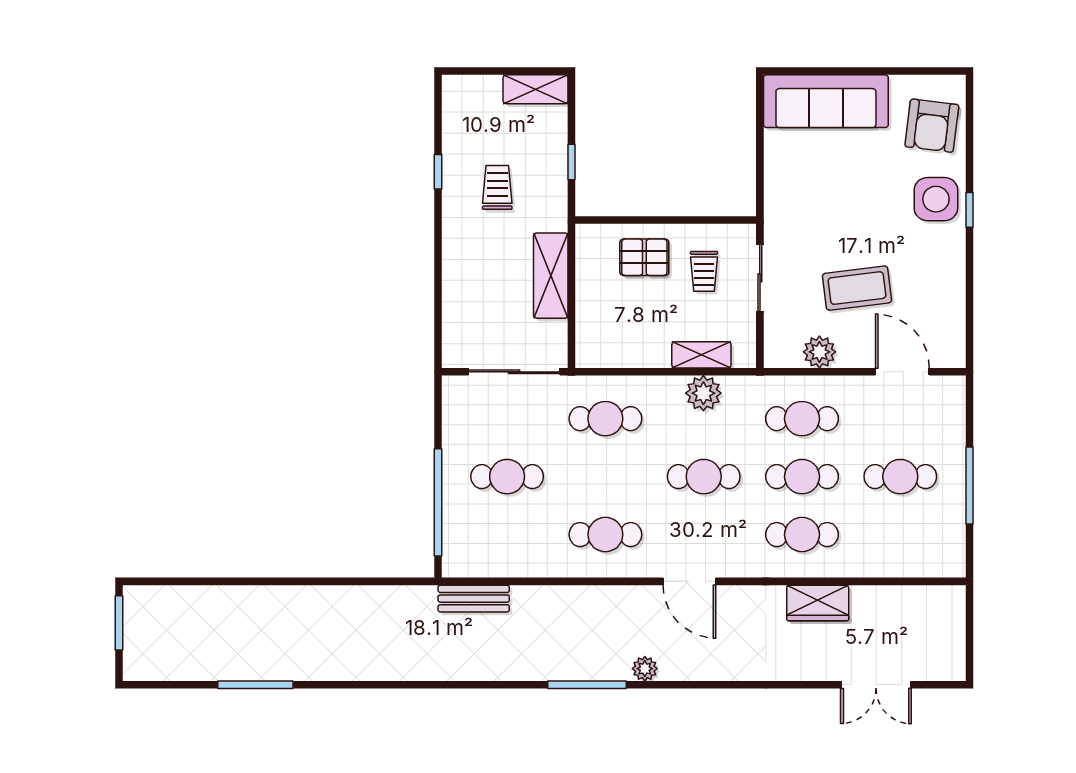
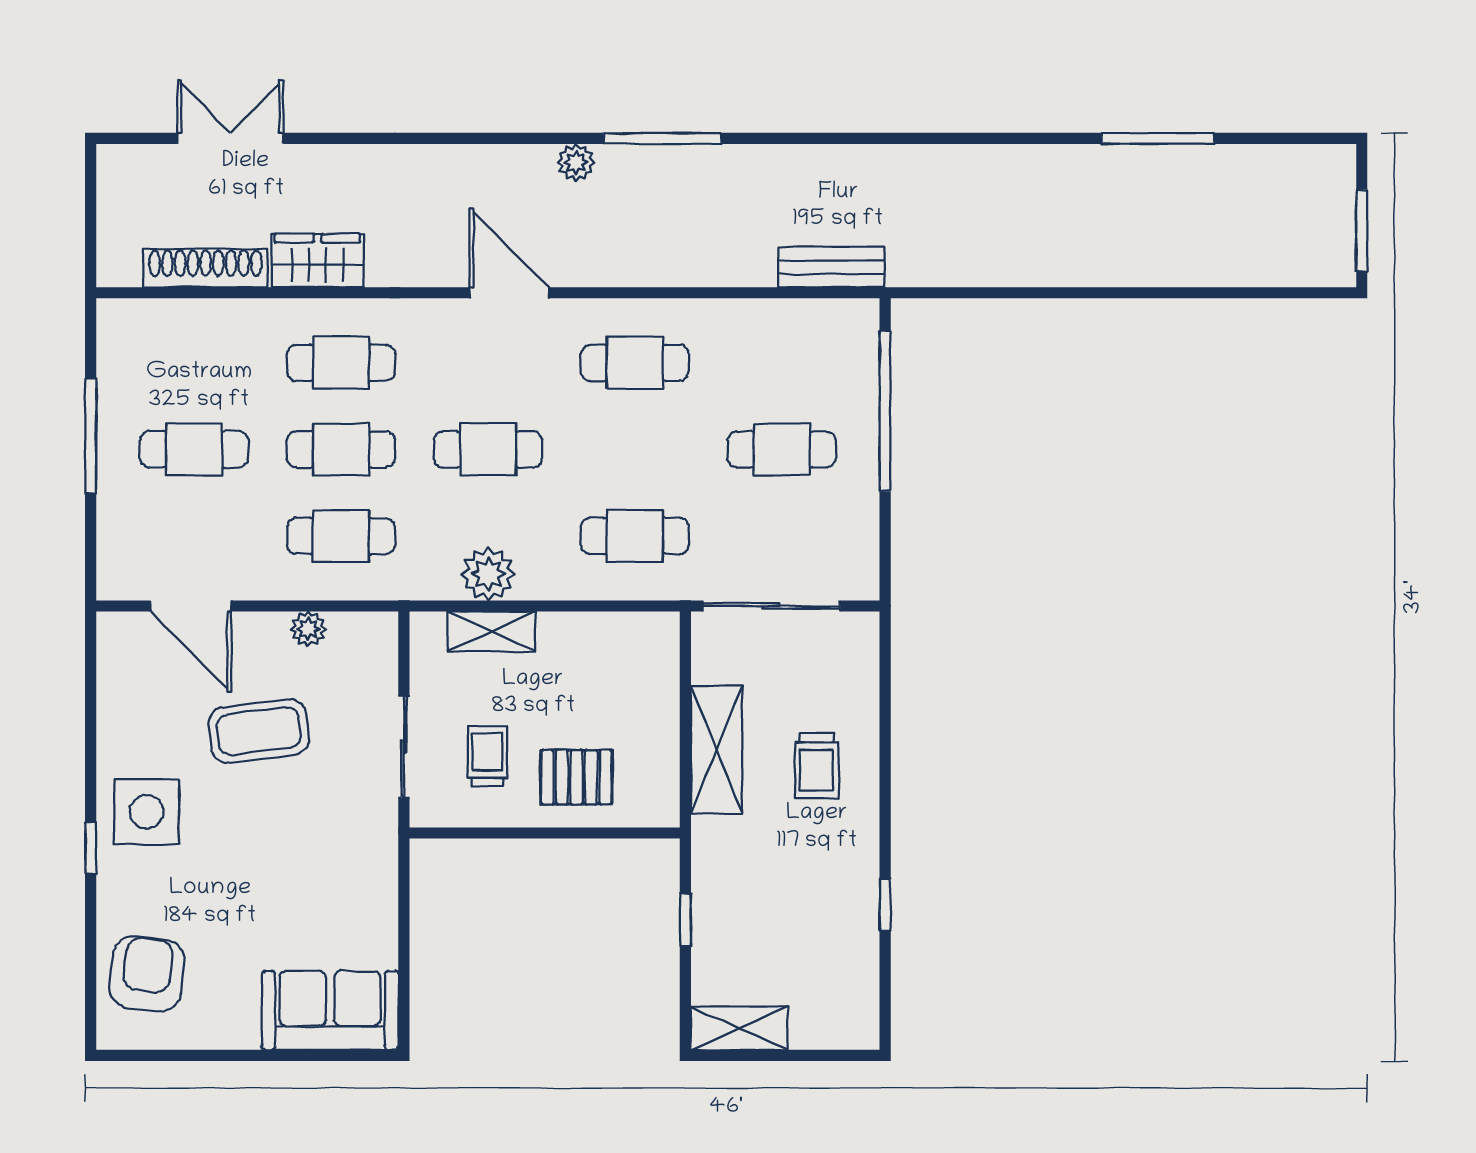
sofa: (826, 101) -> (330, 1010), width x0.73
trolley: (497, 187) -> (817, 766), moved
side table: (936, 199) -> (147, 812), moved
plant: (819, 352) -> (308, 629), width x0.73, depth x0.73
shoe rack: (893, 598) -> (206, 268), added

